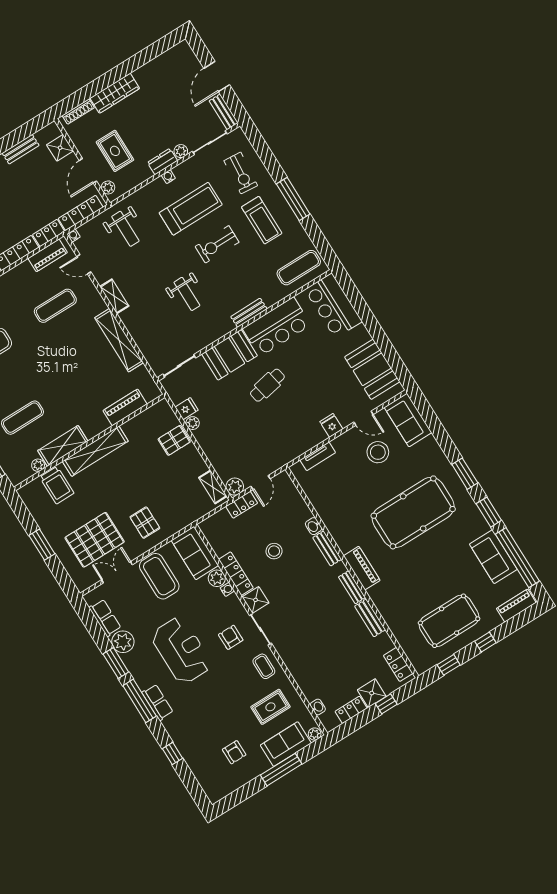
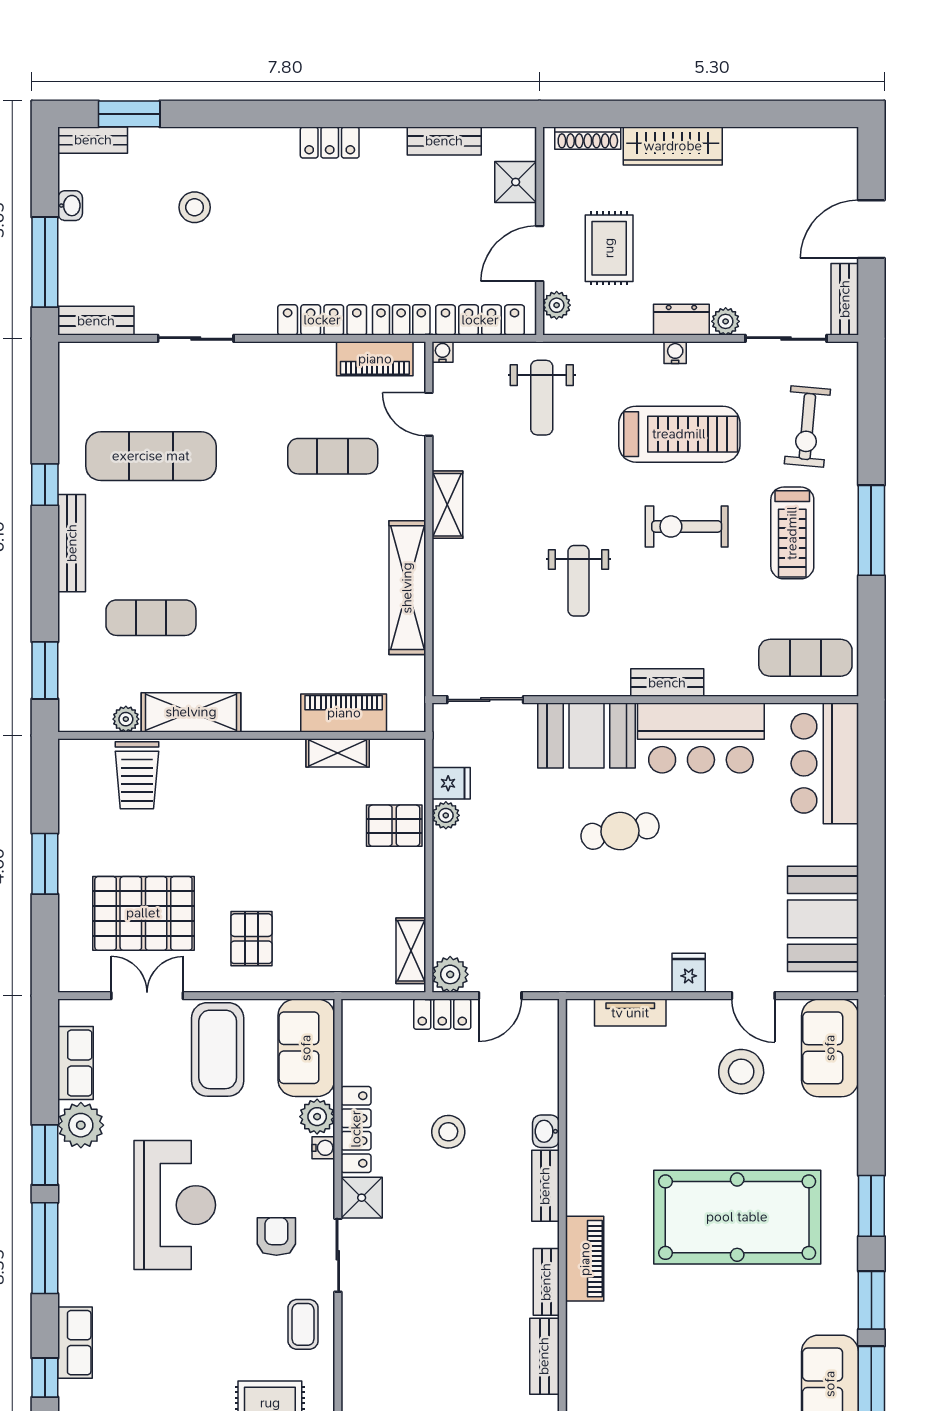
shelving: (95, 451) -> (338, 753), moved, width x0.45, depth x0.75
row of seats: (158, 702) -> (75, 1343), moved

